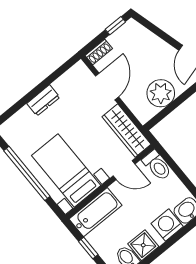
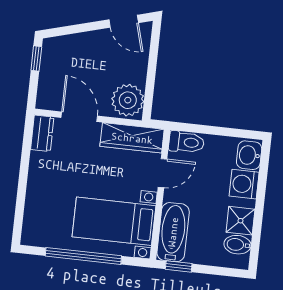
shoe rack: (99, 52) -> (44, 94), removed
plant: (161, 93) -> (128, 100), moved
dresser: (43, 100) -> (42, 133), moved
window: (88, 248) -> (179, 266), moved

